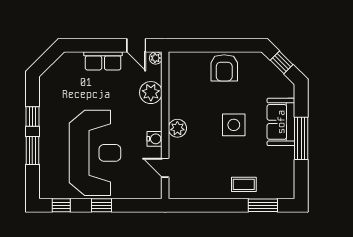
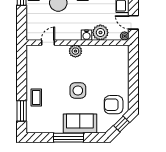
door: (136, 45) -> (133, 22), hinge flipped
armchair: (224, 68) -> (114, 105), moved
water cooler: (155, 139) -> (86, 35), moved

